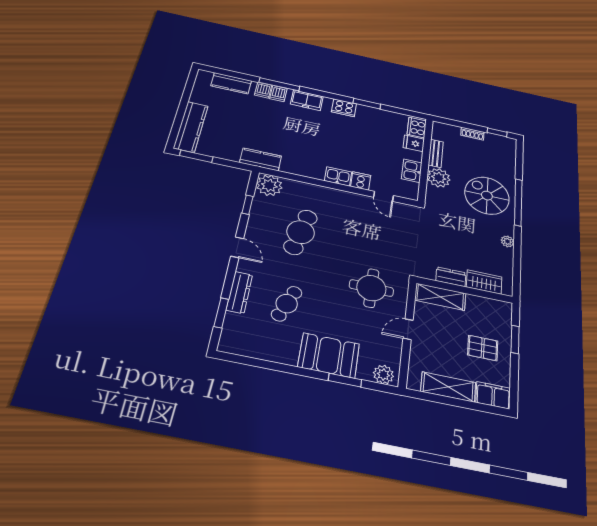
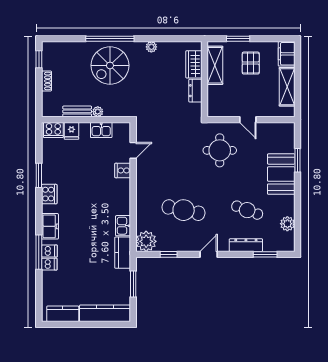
kitchen counter: (231, 83) -> (63, 314), moved, turned -90
window: (196, 156) -> (133, 284), moved
kitchen sink: (338, 176) -> (123, 226), moved
plant: (439, 178) -> (98, 112), width x0.53, depth x0.53
shelving: (440, 297) -> (215, 65), moved
plant: (383, 375) -> (287, 224), moved

